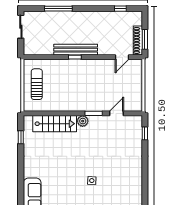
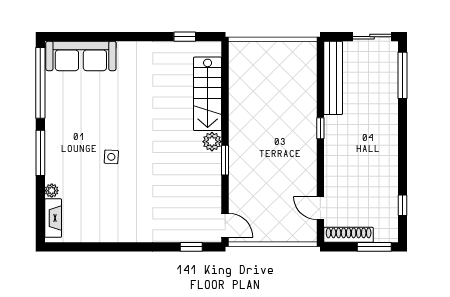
window: (58, 9) -> (403, 75), moved
window: (145, 39) -> (374, 247), moved
bench: (76, 50) -> (333, 78), moved
sun lounger: (37, 84) -> (275, 64), removed
door: (116, 113) -> (225, 225), moved

